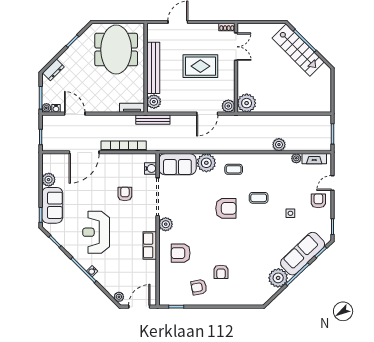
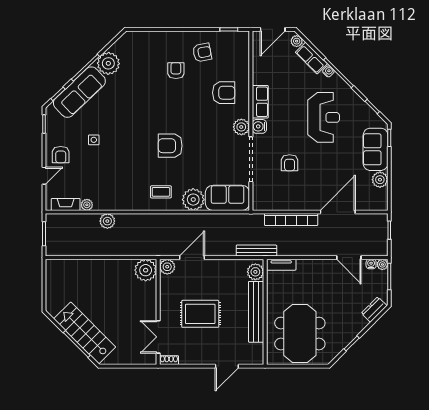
water cooler: (150, 168) -> (259, 126), moved
coffee table: (259, 198) -> (131, 158), removed
row of seats: (106, 282) -> (311, 58), added

